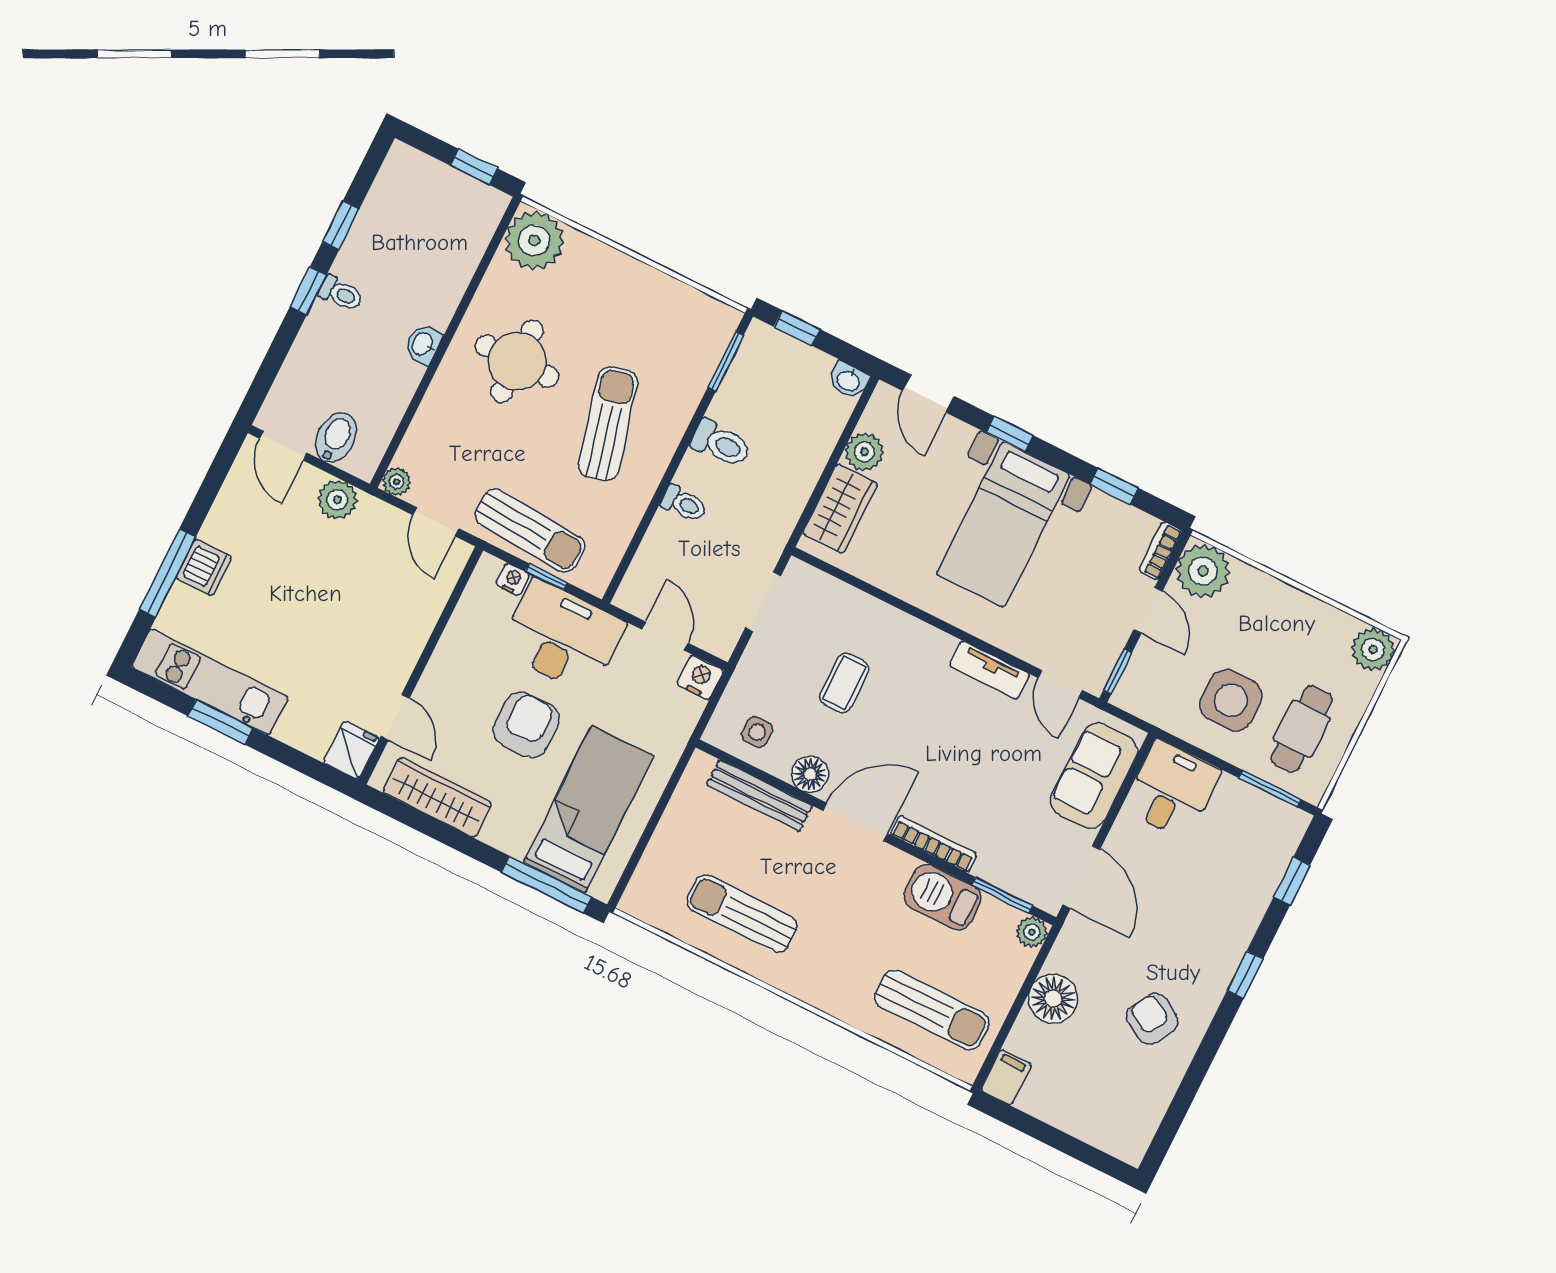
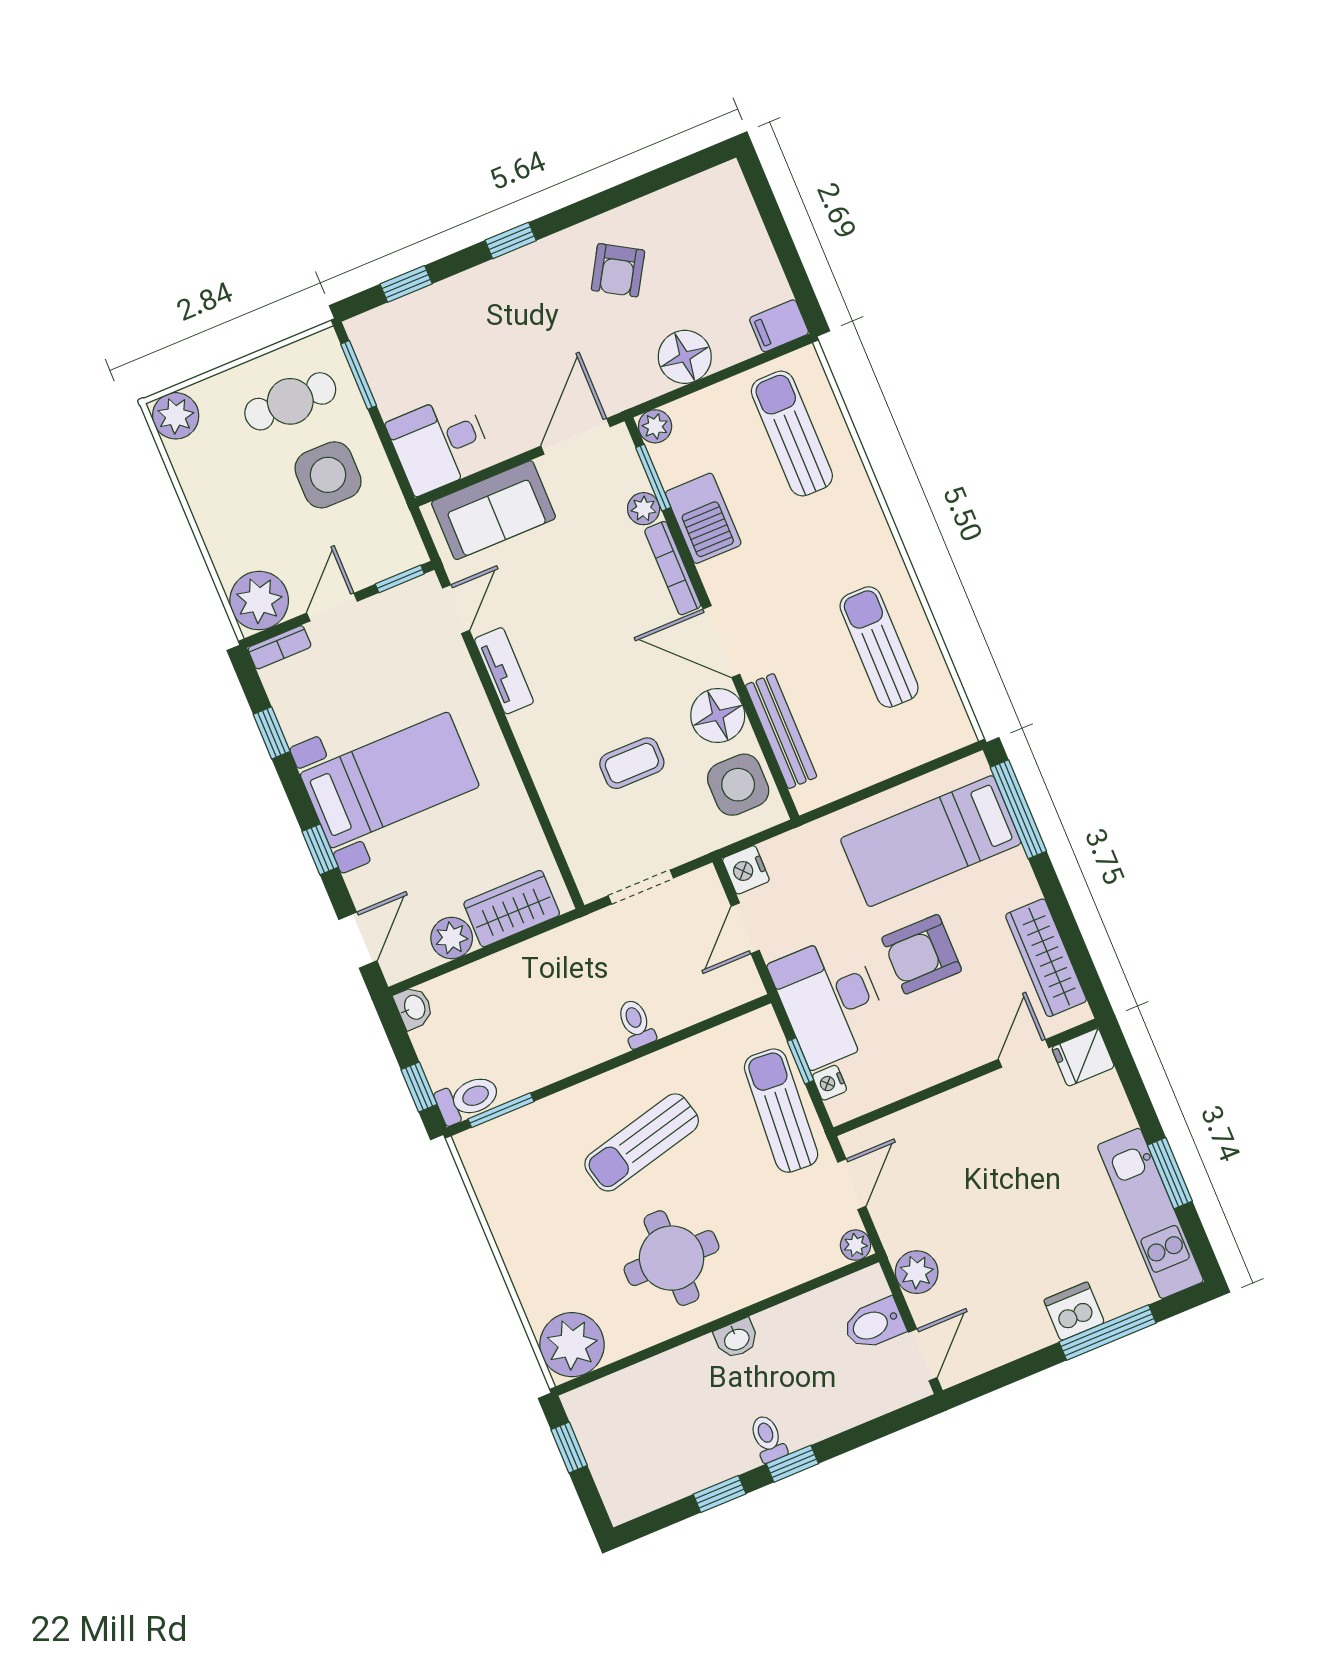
toilet: (721, 444) -> (468, 1099), moved, turned 90
side table: (757, 732) -> (738, 785), width x1.87, depth x1.87
floor lamp: (810, 774) -> (718, 715), width x1.38, depth x1.38
plant: (990, 868) -> (644, 509), added
sun lounger: (742, 914) -> (879, 647), turned 180

